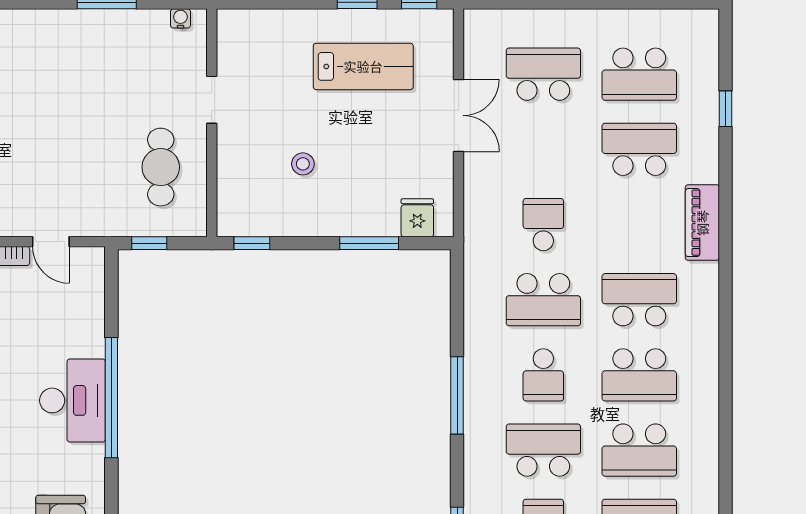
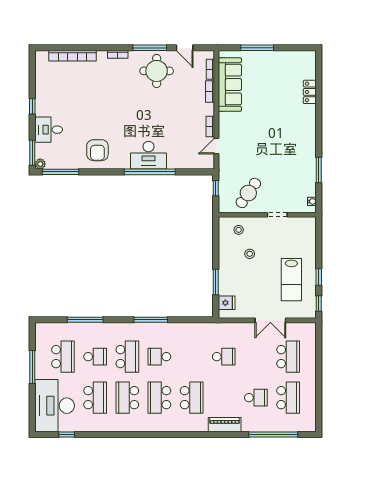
school desk: (639, 74) -> (288, 398), turned 180
window: (726, 109) -> (273, 435), width x3.17
school desk: (639, 149) -> (256, 398), width x0.54
cafe table: (161, 167) -> (248, 193), turned -55
stool: (247, 190) -> (239, 230), added
window: (252, 243) -> (216, 232), removed
school desk: (543, 300) -> (192, 357), removed

